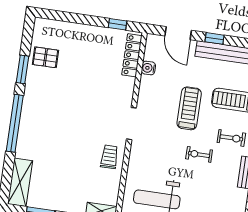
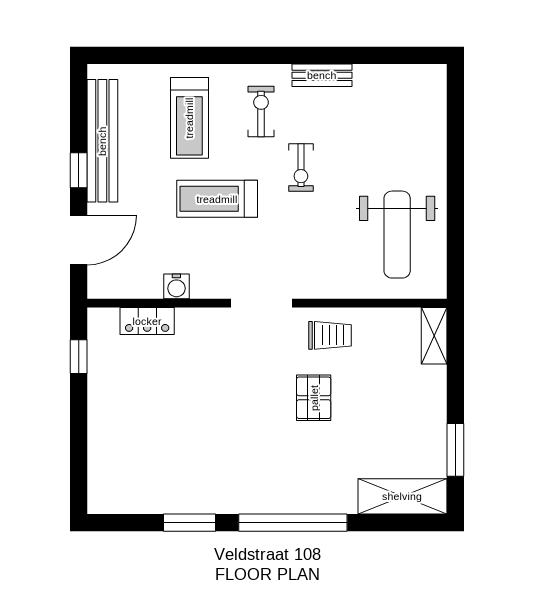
locker: (132, 55) -> (147, 321), width x0.66
pallet: (45, 57) -> (314, 398), moved
water cooler: (148, 68) -> (176, 286), moved
trolley: (109, 157) -> (330, 335), turned 180

